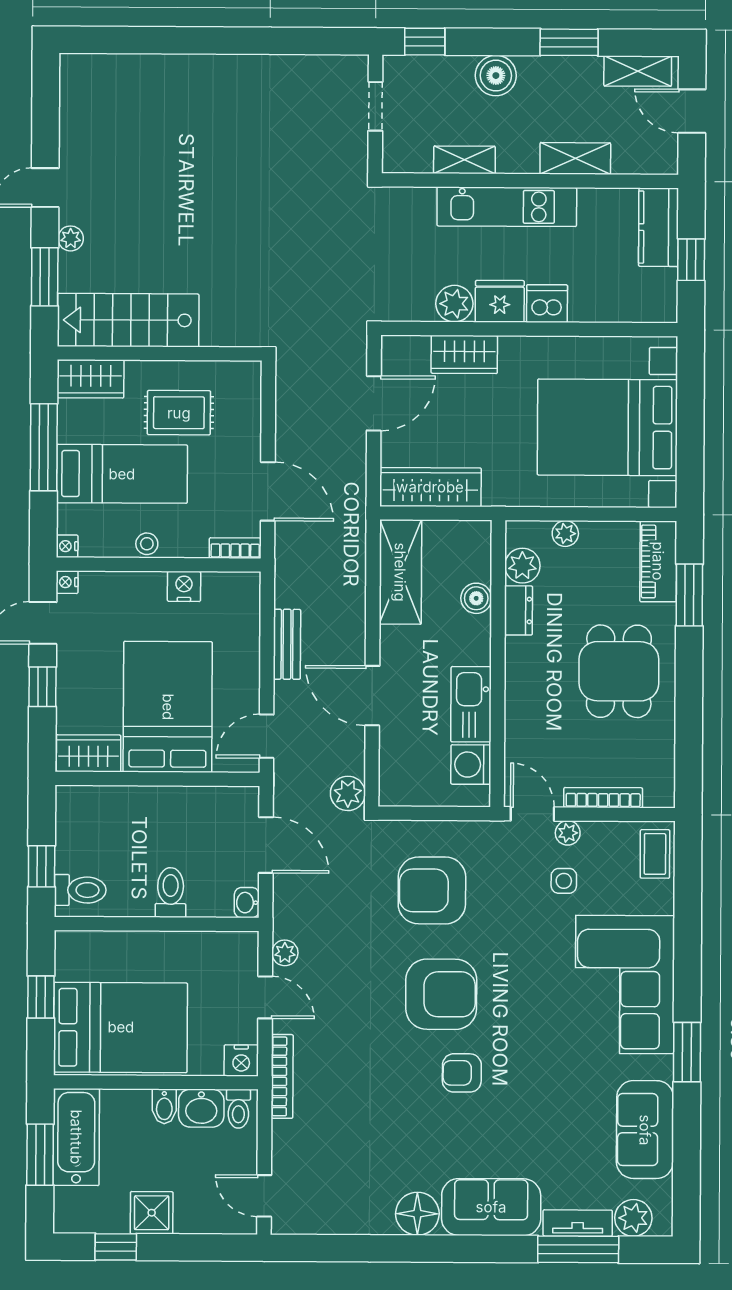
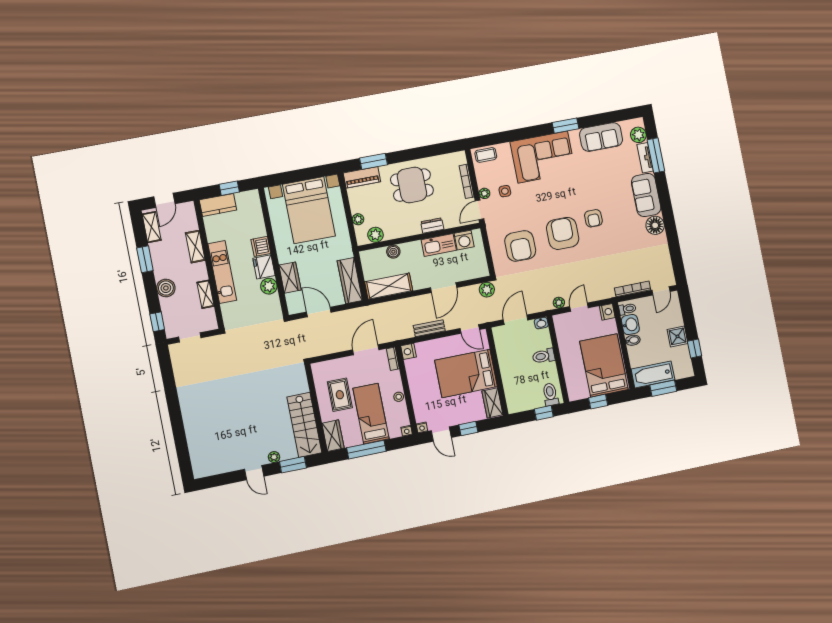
nightstand: (184, 586) -> (408, 351), moved
dresser: (518, 610) -> (432, 226), moved
bookcase: (282, 1076) -> (633, 289), moved

